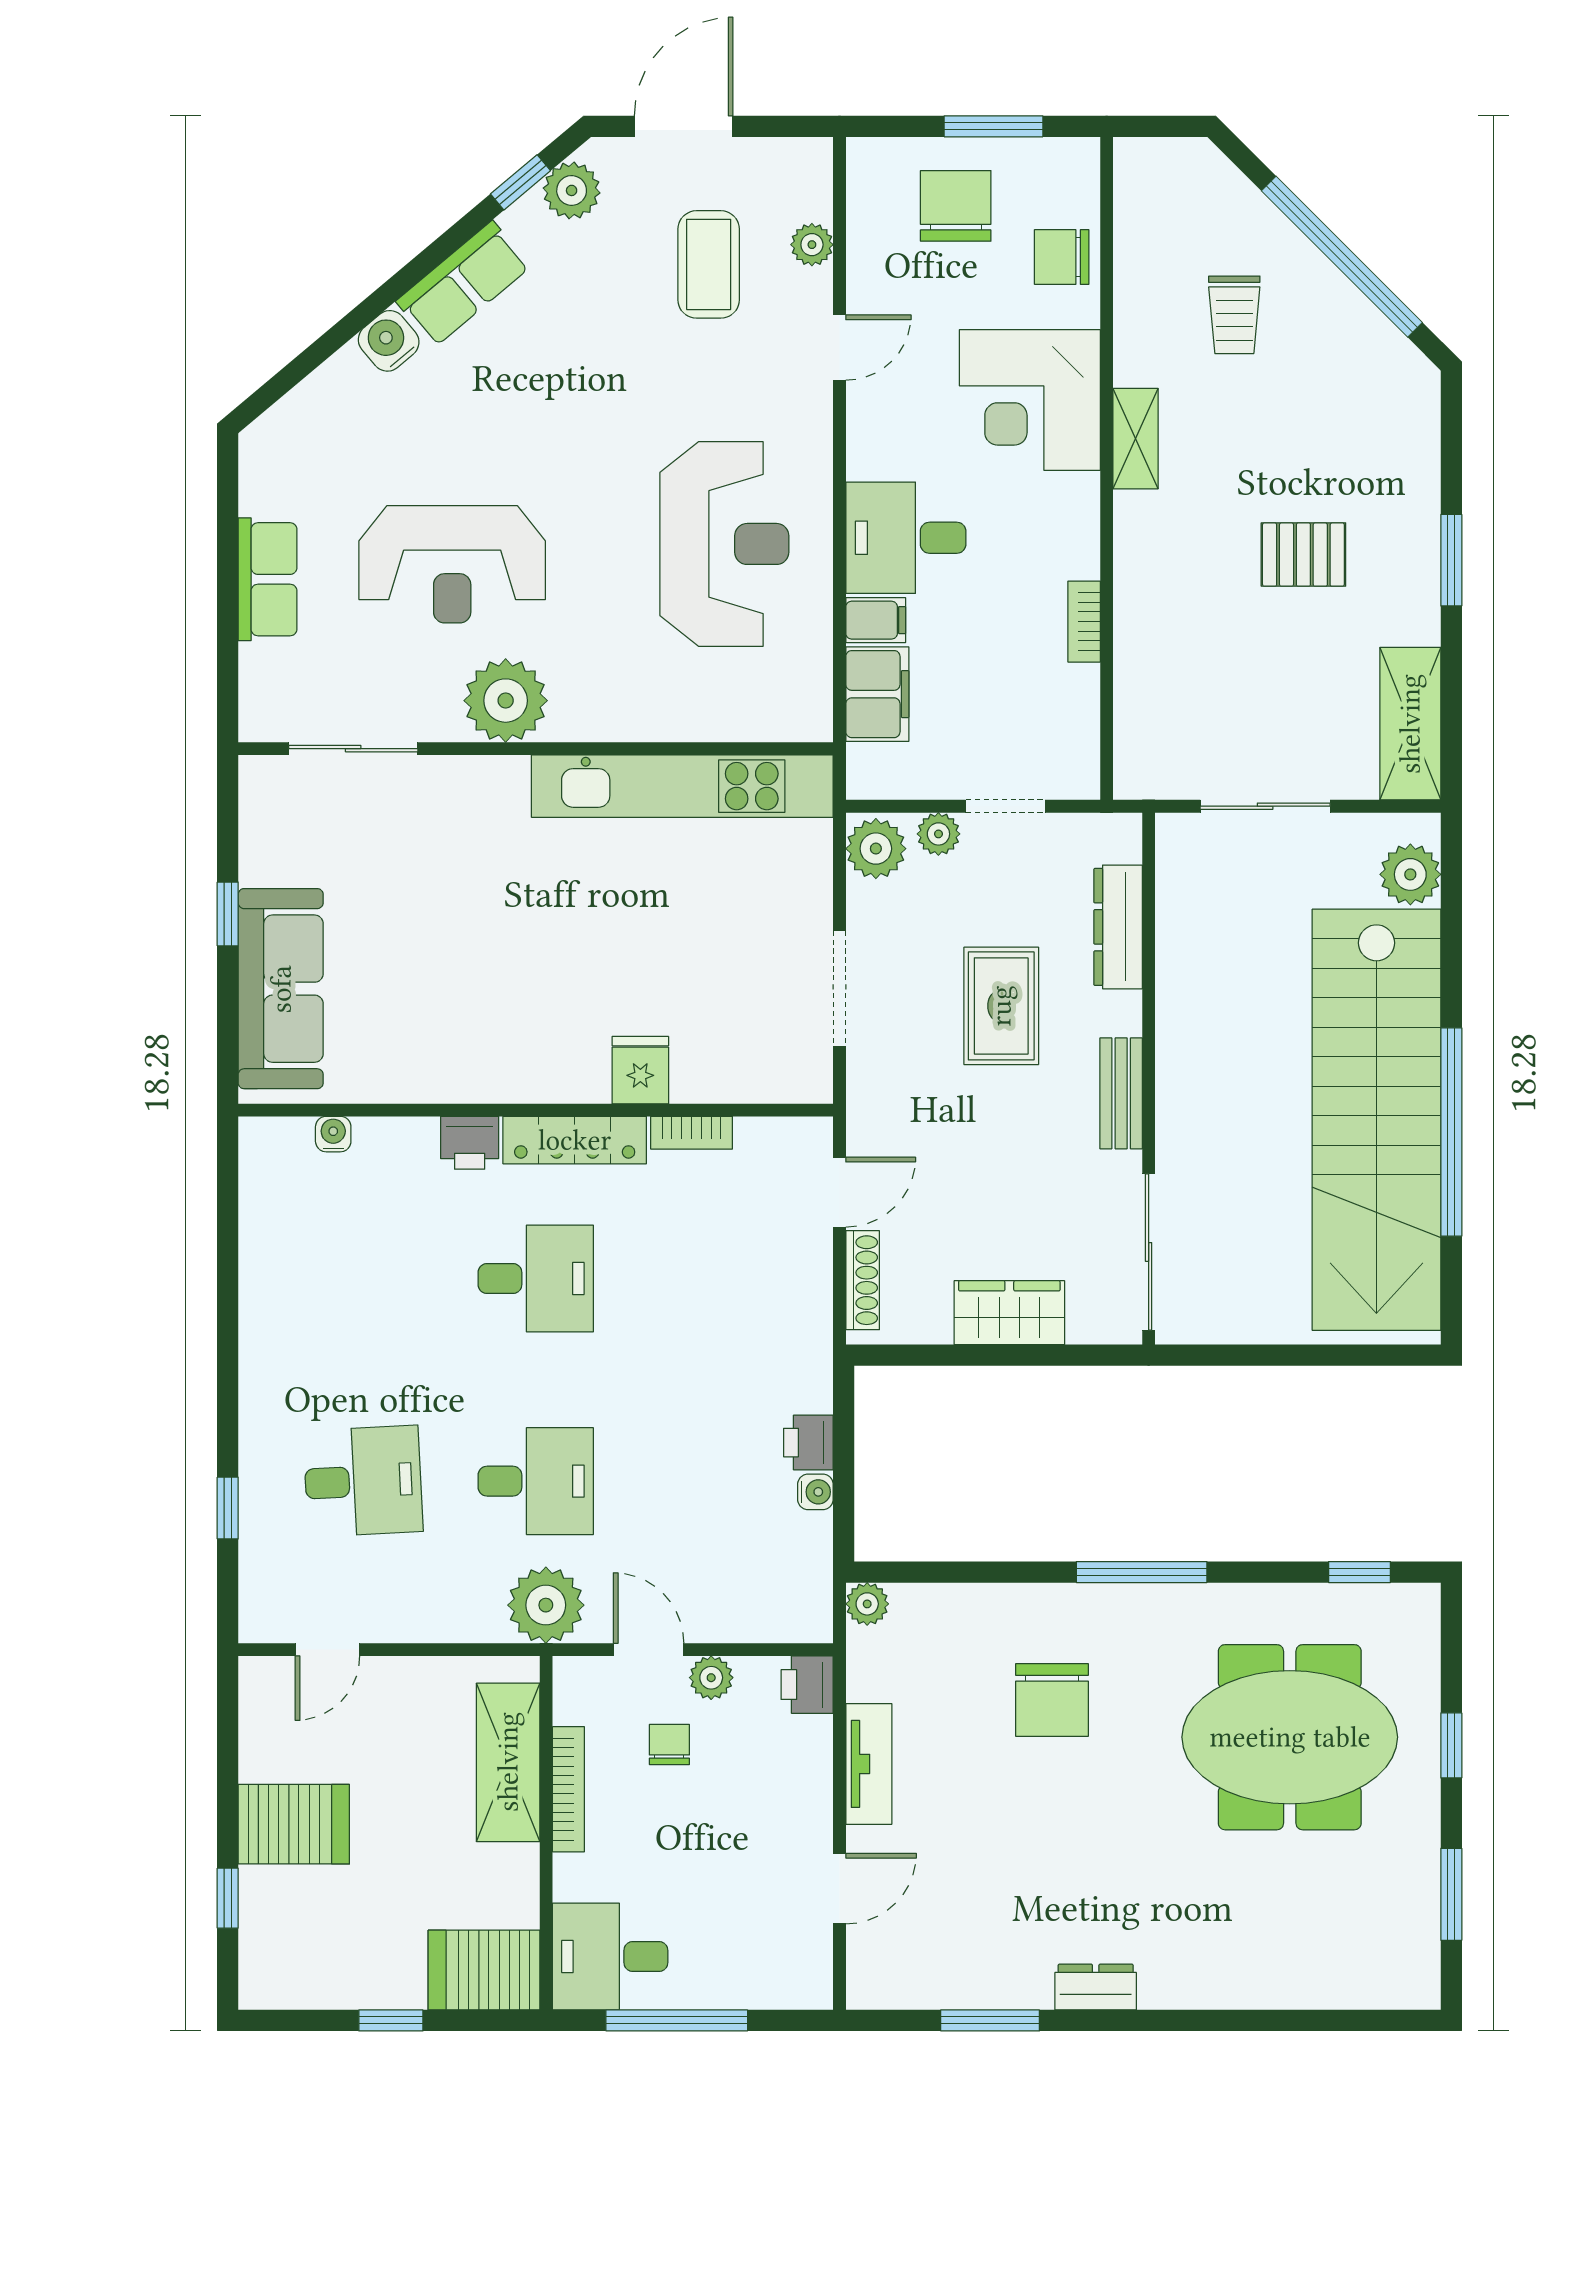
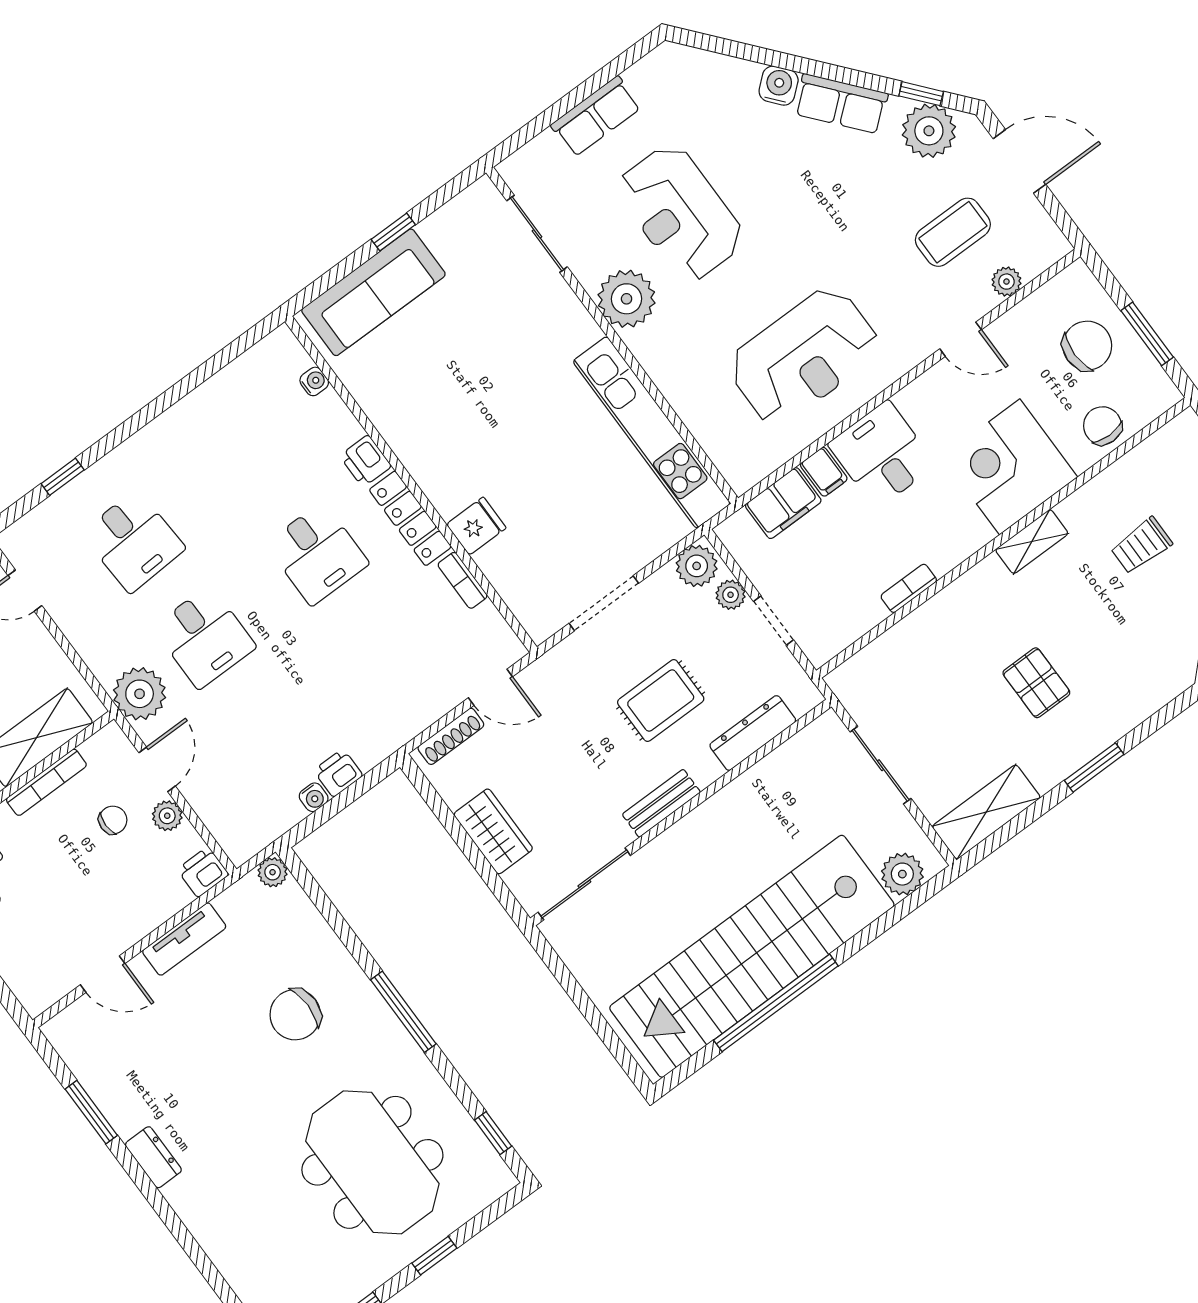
plant: (572, 190) -> (929, 131), width x1.36, depth x1.36

